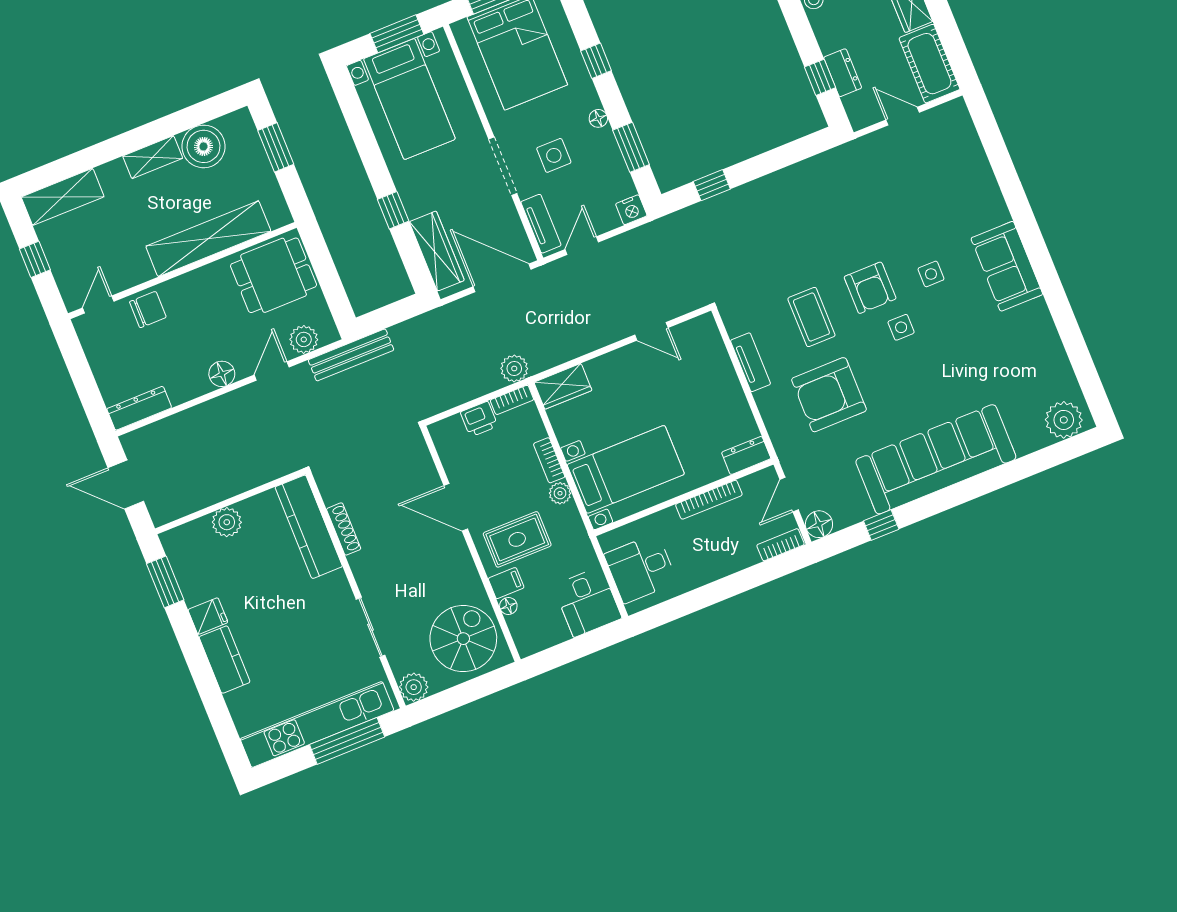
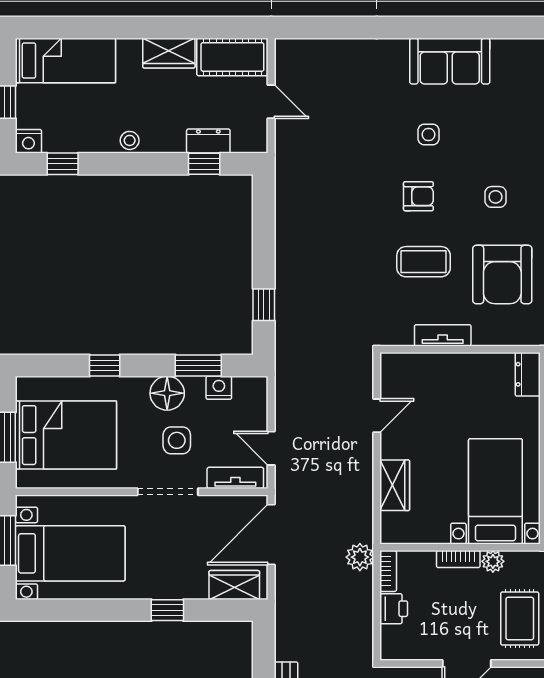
door: (903, 116) -> (271, 102), swing flipped
floor lamp: (598, 118) -> (167, 393), width x1.89, depth x1.89
nightstand: (631, 210) -> (219, 388), moved, turned -90
wardrobe: (437, 251) -> (234, 585), width x0.67
armchair: (870, 288) -> (418, 196), width x0.72, depth x0.72
side table: (901, 327) -> (496, 197), moved
wardrobe: (563, 386) -> (395, 485), moved

